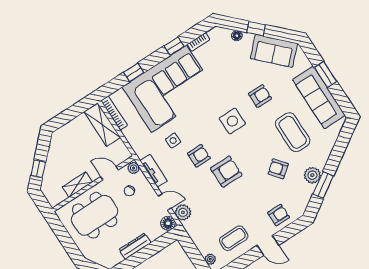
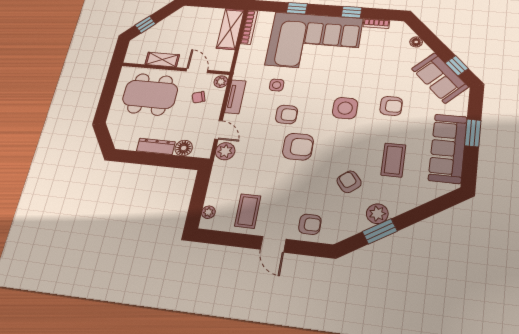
window: (256, 29) -> (457, 66), moved
coffee table: (293, 132) -> (393, 160), width x0.73, depth x0.76
floor lamp: (168, 223) -> (184, 148), moved
coffee table: (234, 238) -> (248, 211), turned 90

